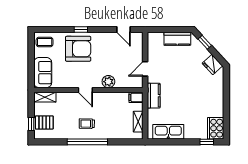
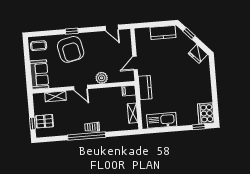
armchair: (78, 49) -> (71, 49), turned 78
shelving: (45, 97) -> (55, 96), moved
trolley: (87, 124) -> (92, 127), moved

